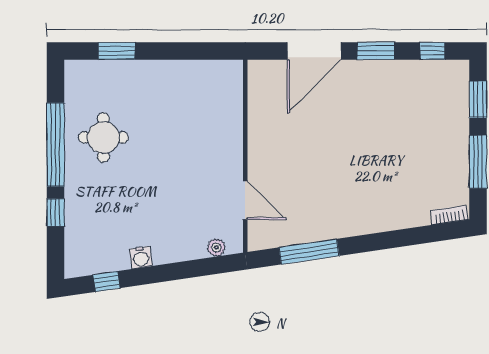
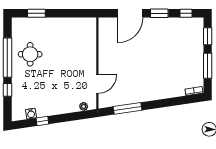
door: (245, 200) -> (97, 84), hinge flipped
water cooler: (141, 257) -> (31, 114), moved
window: (106, 282) -> (42, 121), moved

